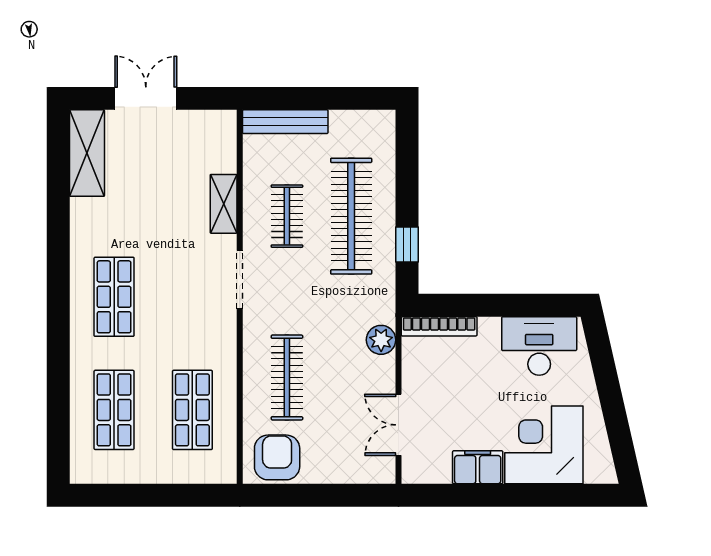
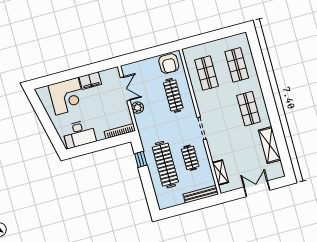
double door: (146, 98) -> (257, 189), swing flipped
shelving: (87, 153) -> (270, 145), moved
shelving: (224, 204) -> (220, 173), moved
plant: (381, 340) -> (138, 108), moved

